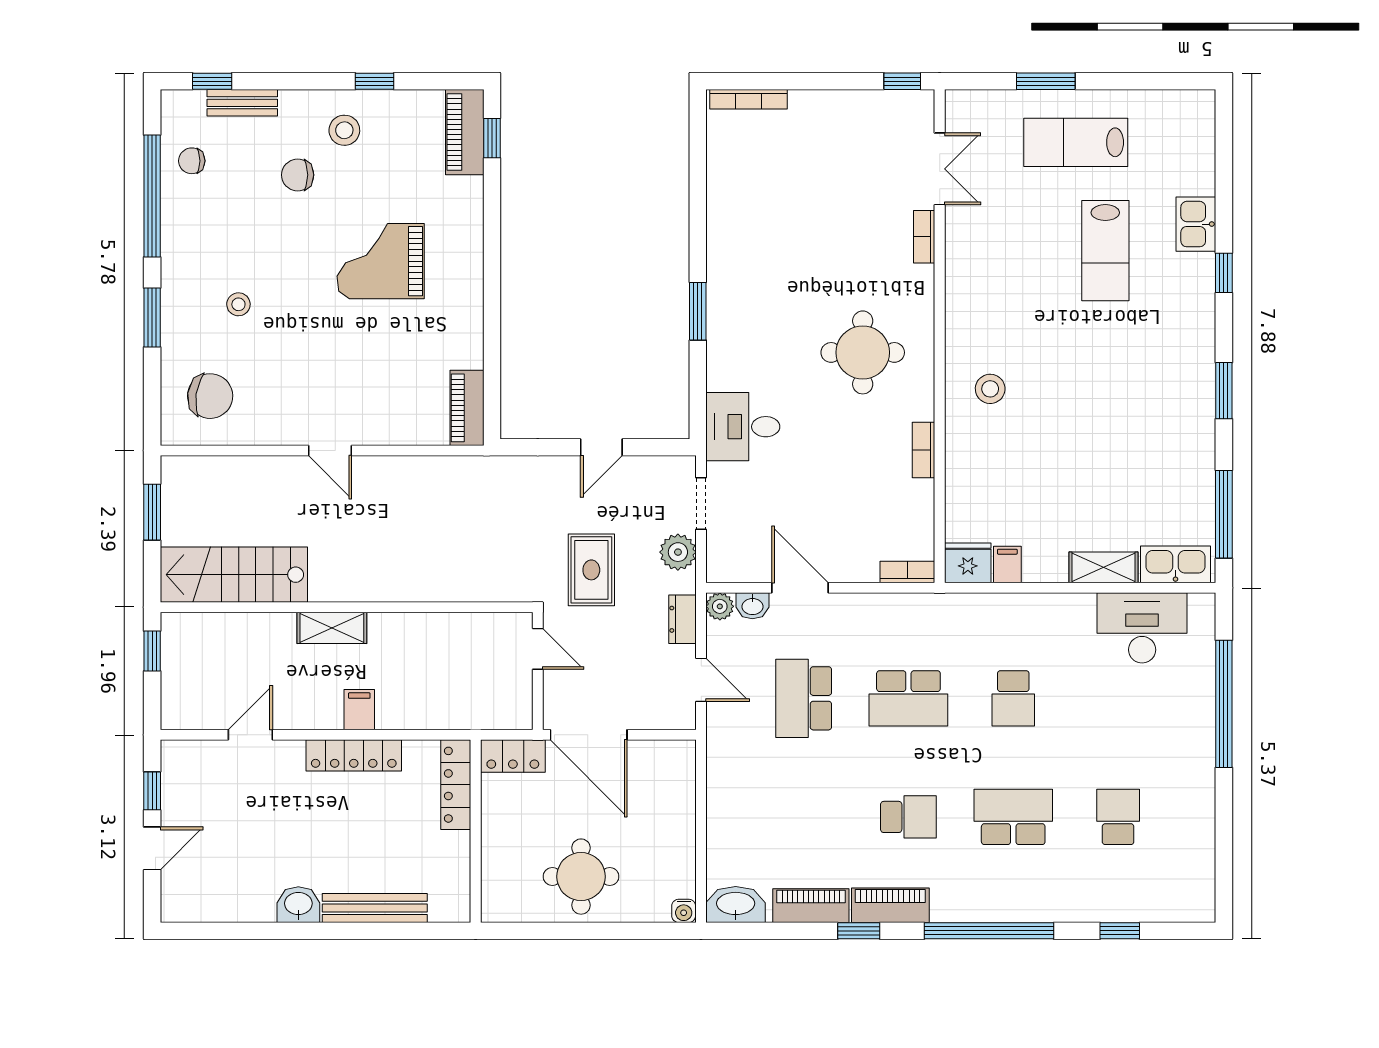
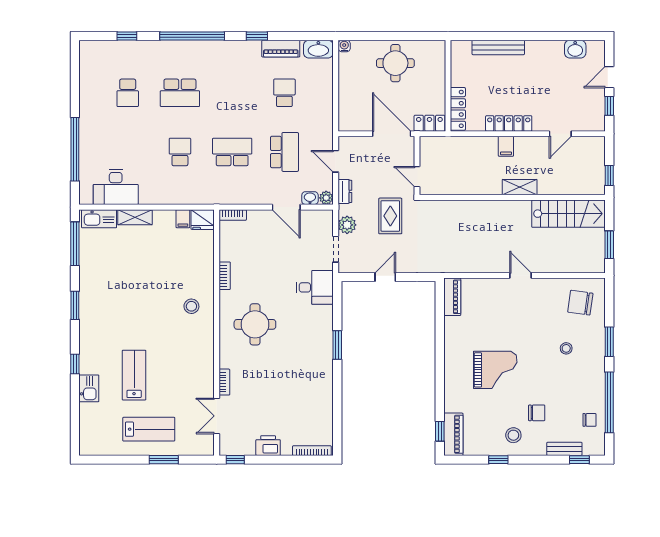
printer: (836, 109) -> (268, 446), added
school desk: (908, 817) -> (284, 93), moved, turned 90
washbasin: (298, 905) -> (575, 49), moved
piano: (890, 905) -> (241, 49), removed

